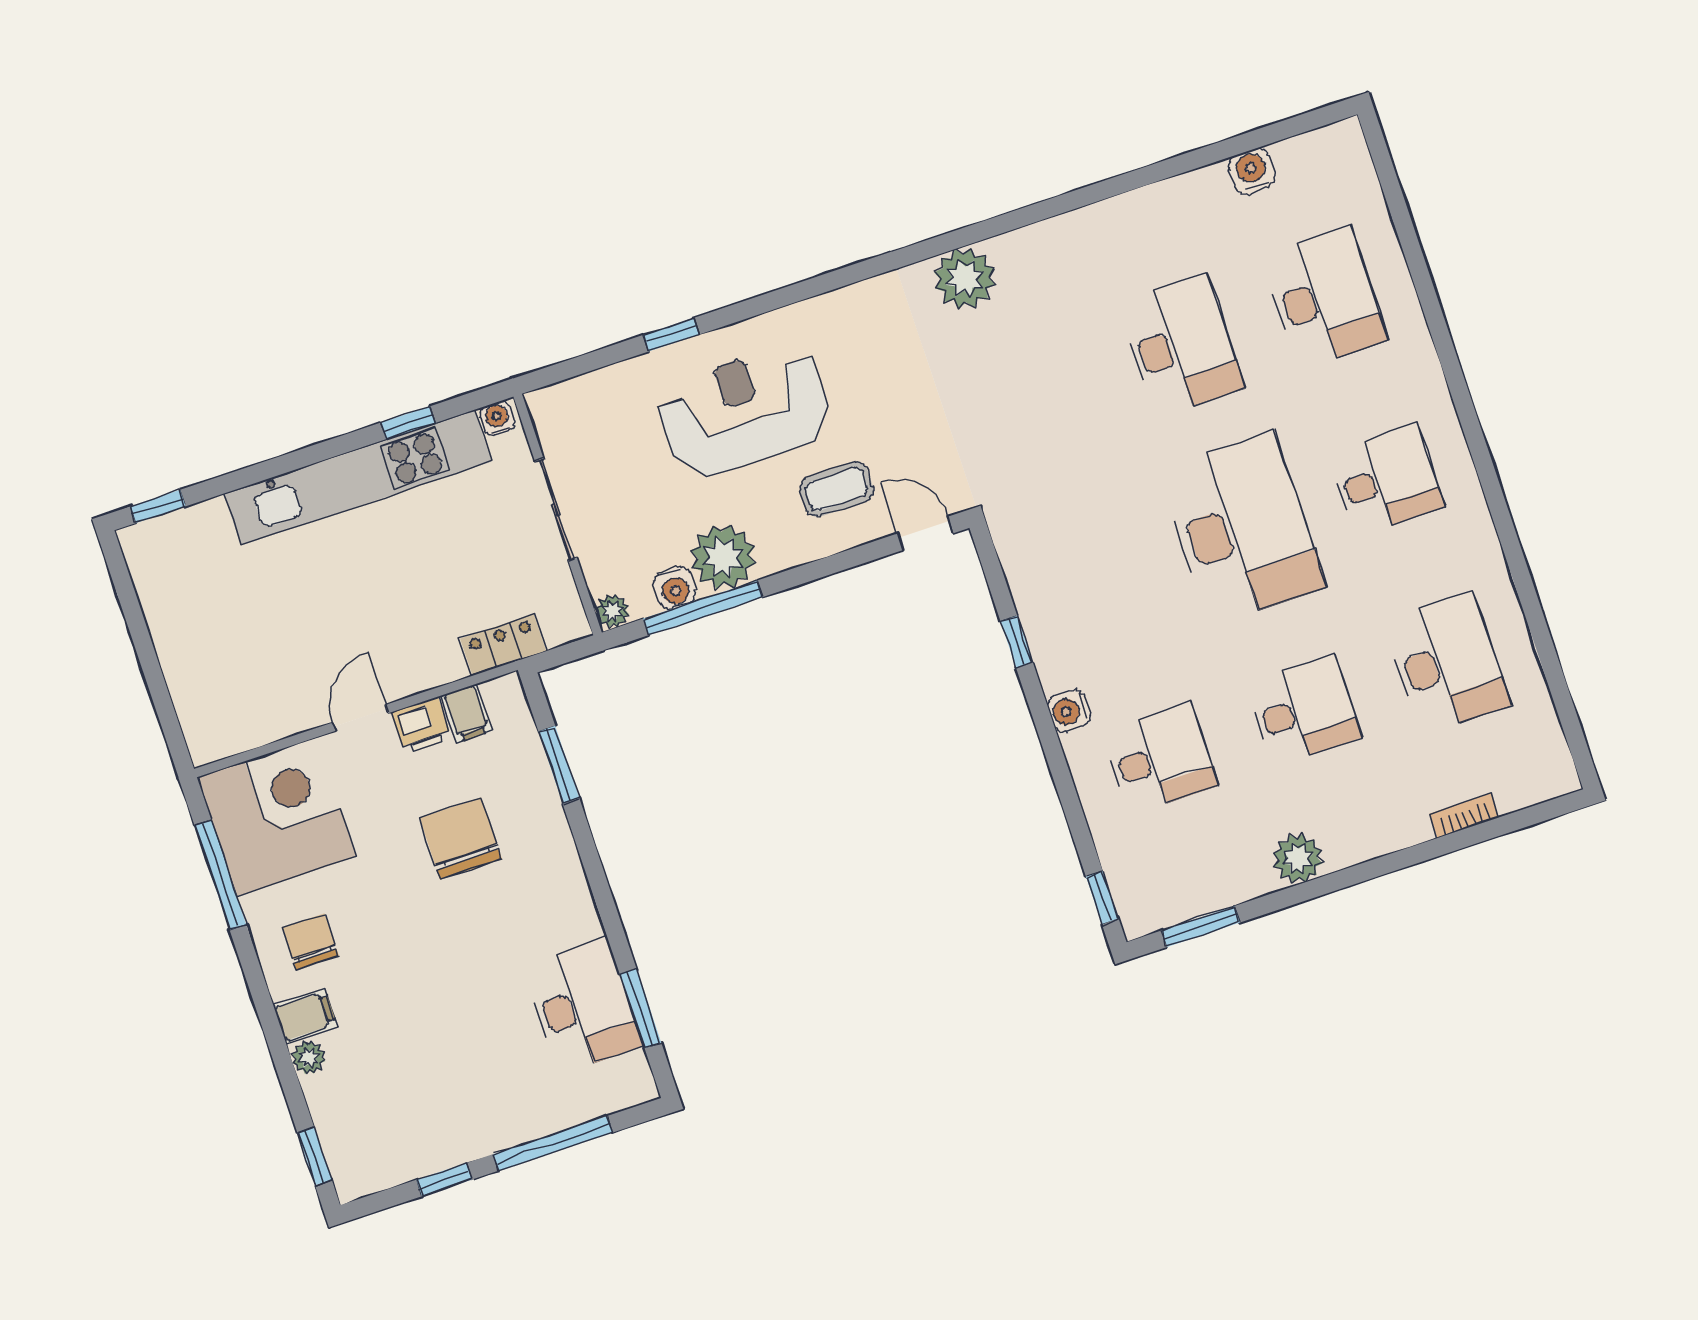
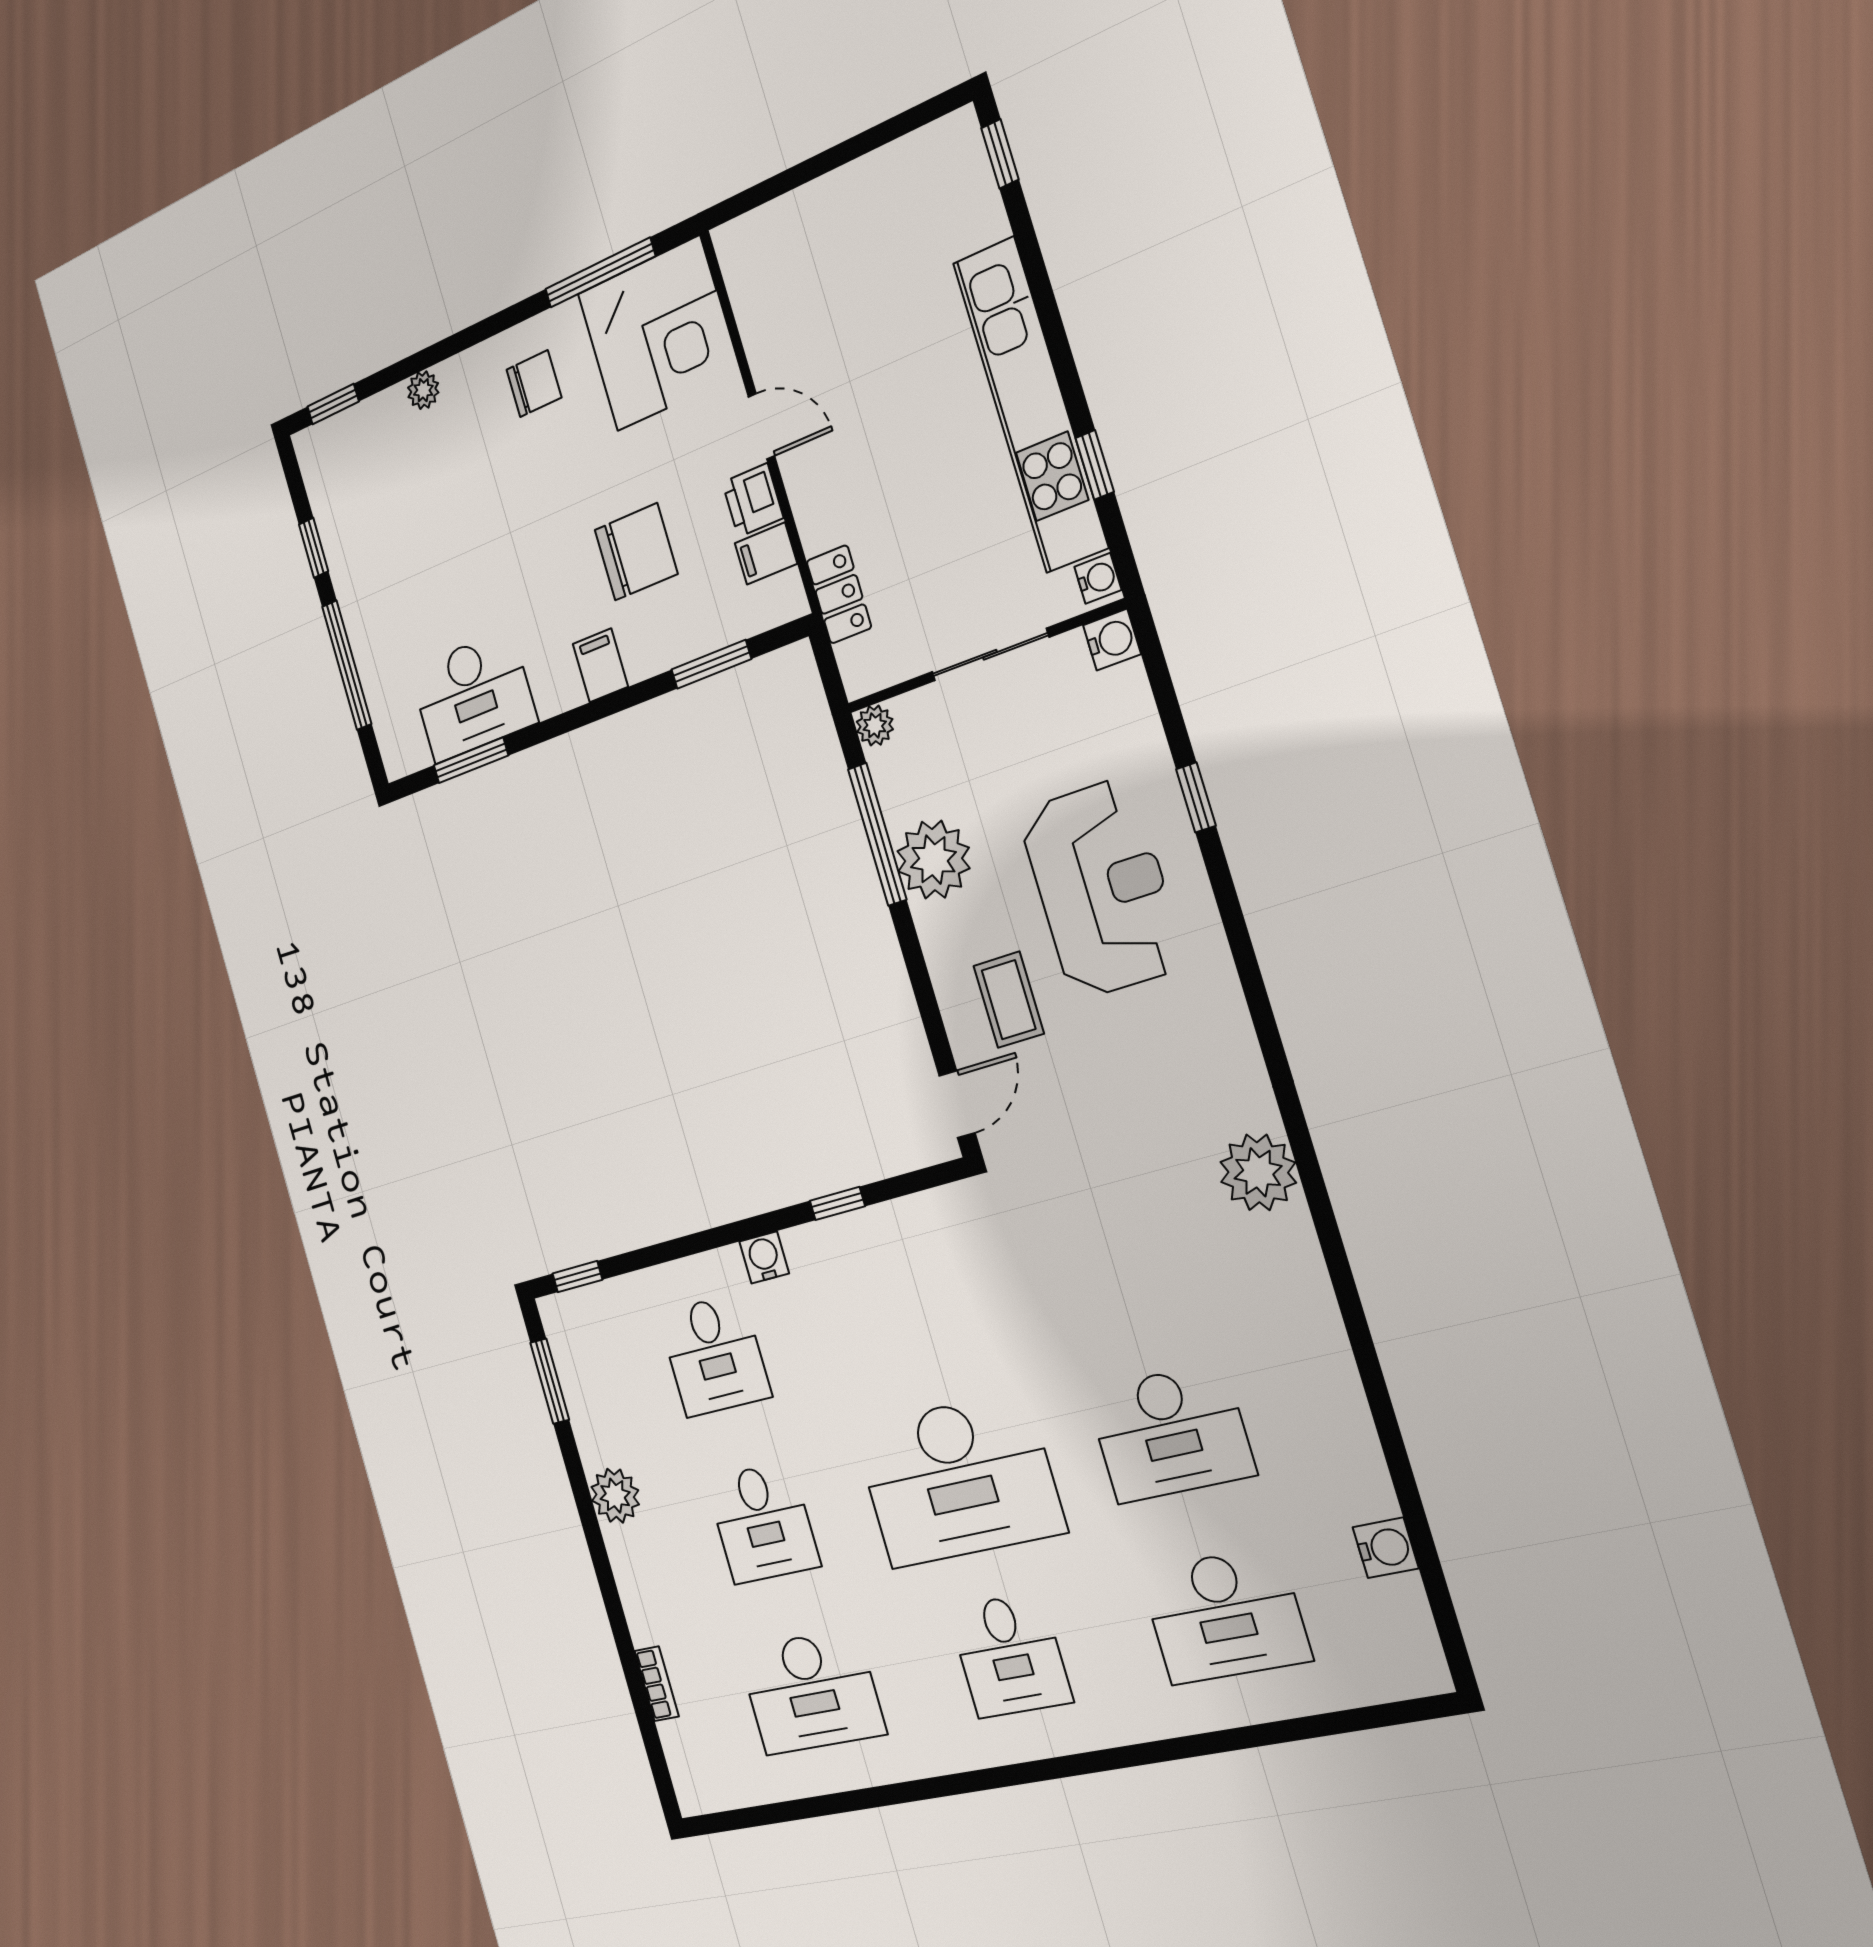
water cooler: (675, 588) -> (1112, 640), moved, turned 180
filing cabinet: (305, 1016) -> (600, 665), moved, turned 180

